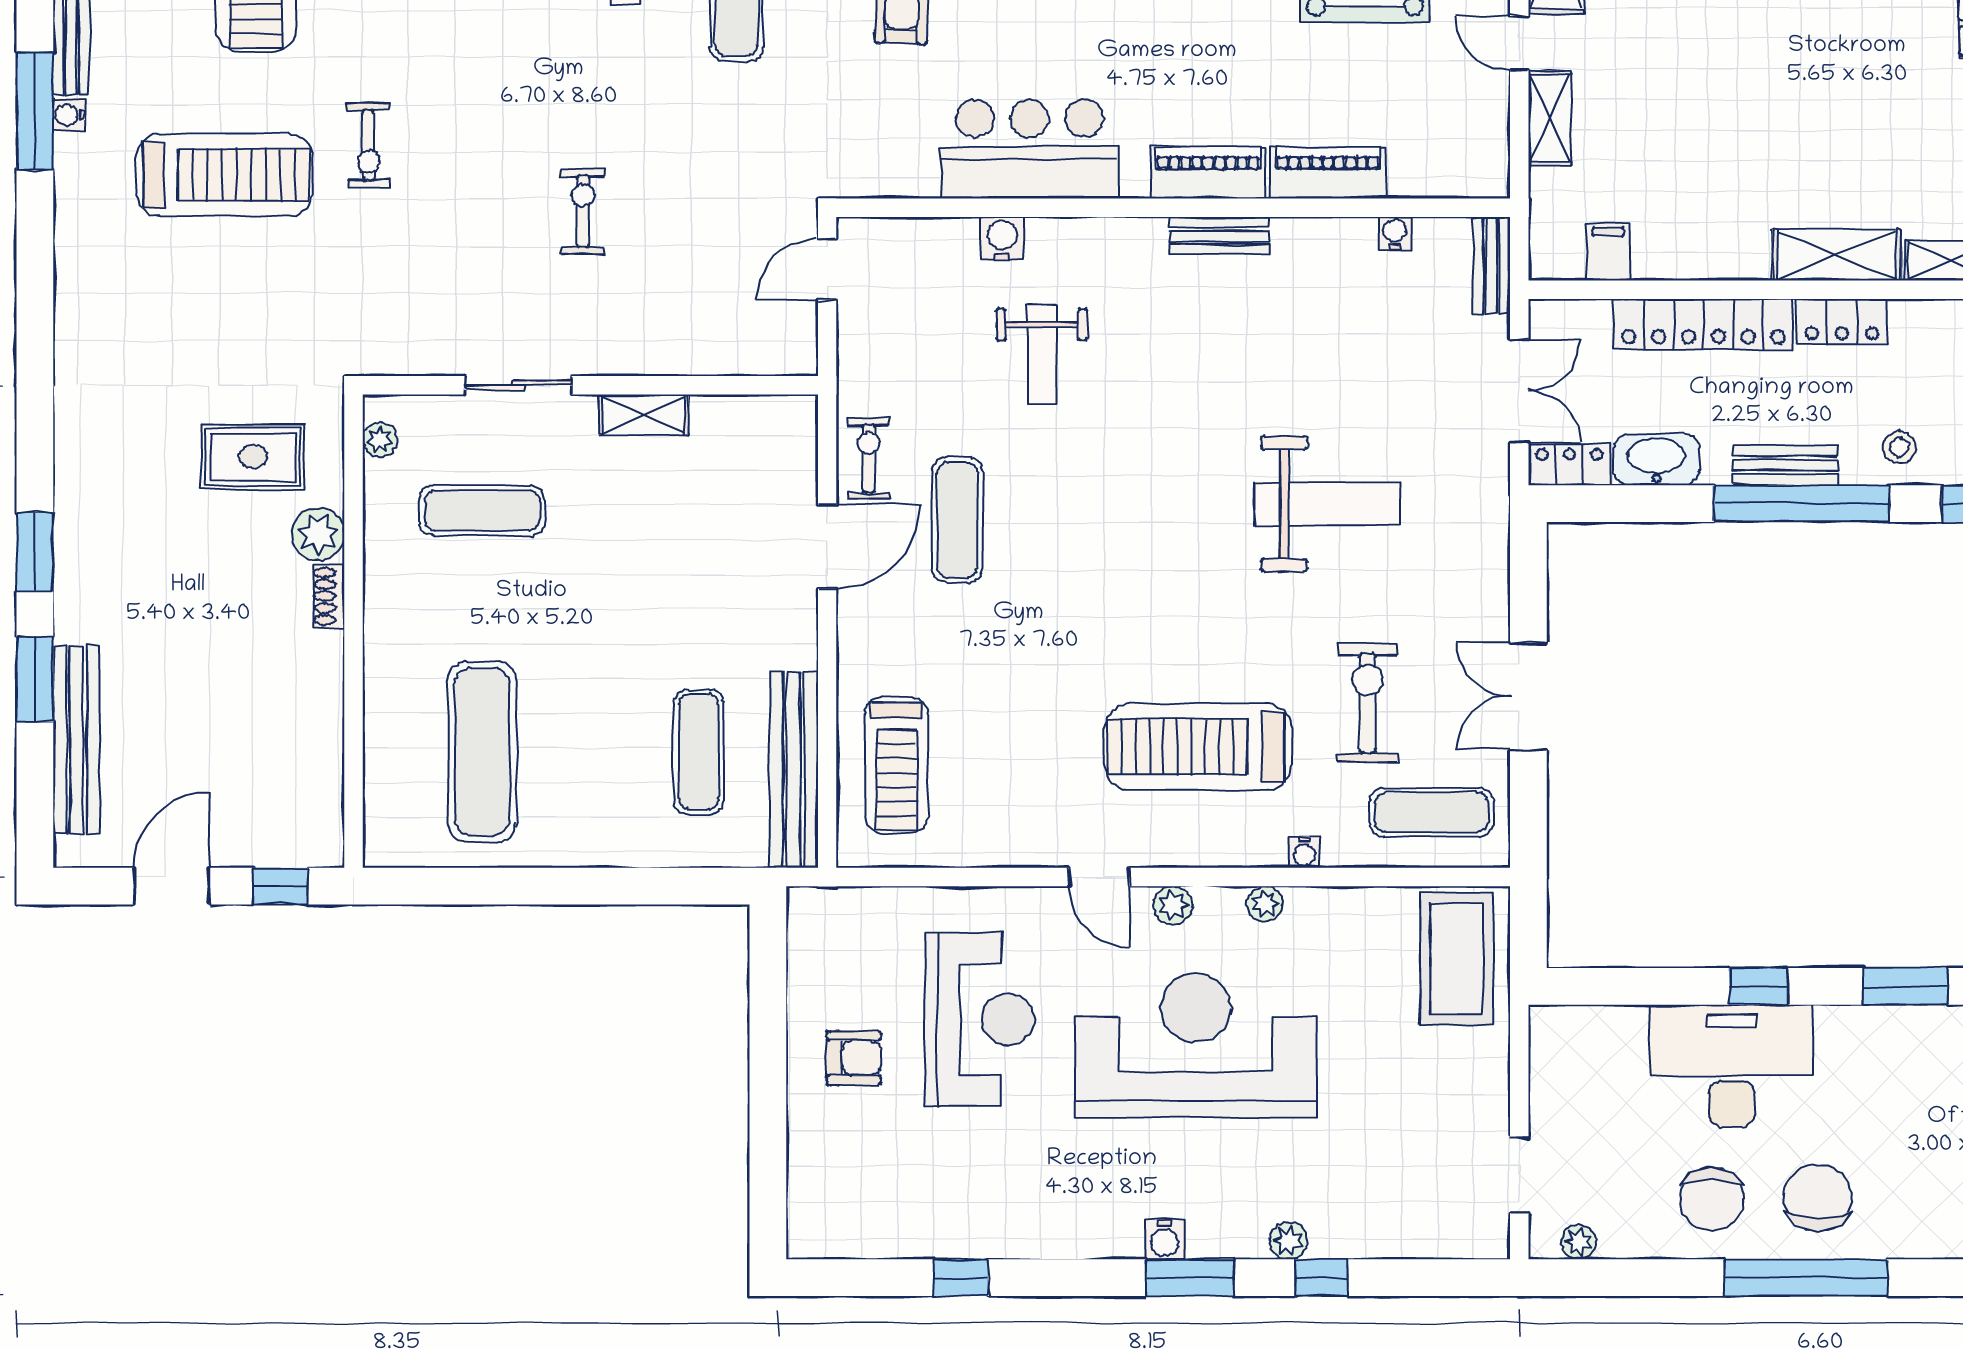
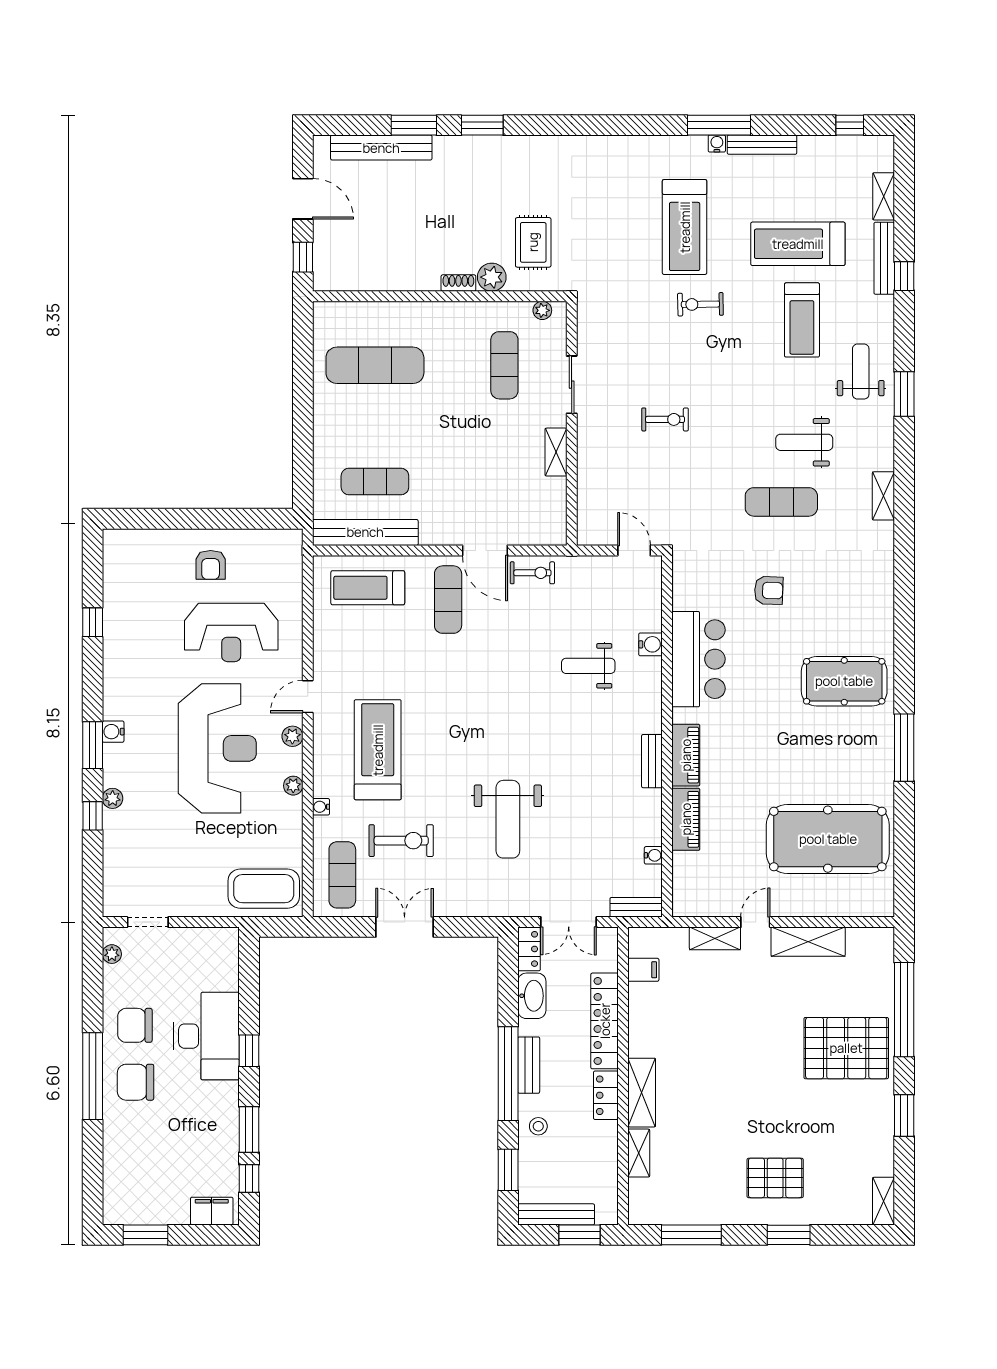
exercise mat: (957, 520) -> (448, 600), moved, turned 90
chair: (1818, 1198) -> (136, 1082), turned 180

